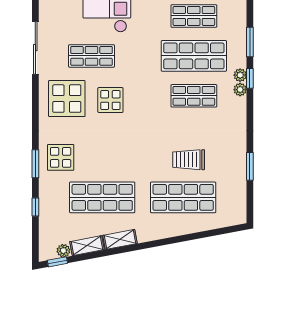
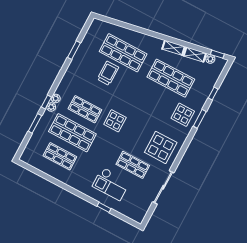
display table: (110, 100) -> (115, 121), moved
trolley: (189, 160) -> (108, 73), turned -90

